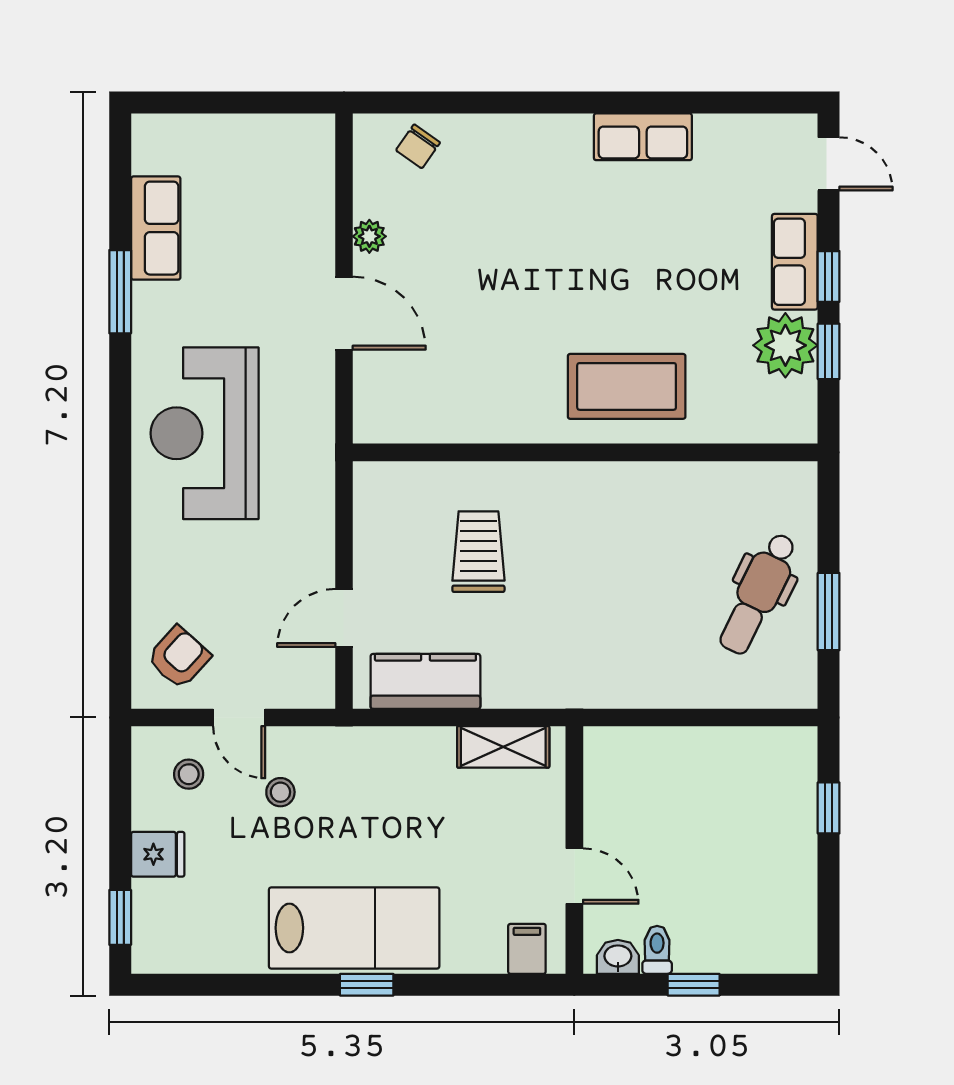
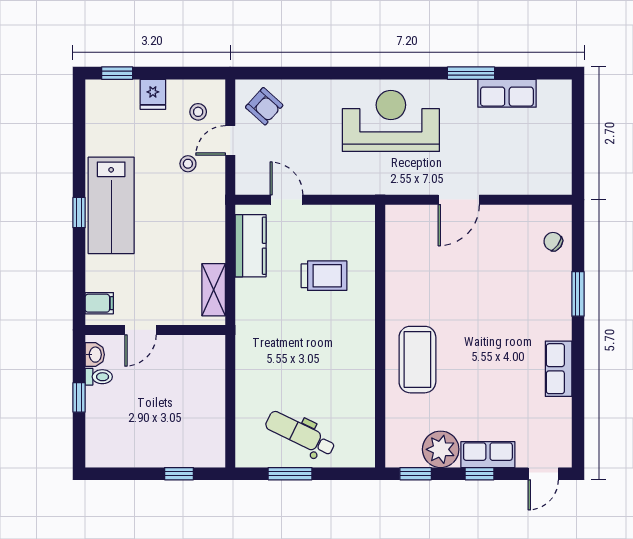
window: (510, 103) -> (578, 294), added
plant: (369, 236) -> (502, 214), removed
window: (829, 351) -> (416, 474), moved

